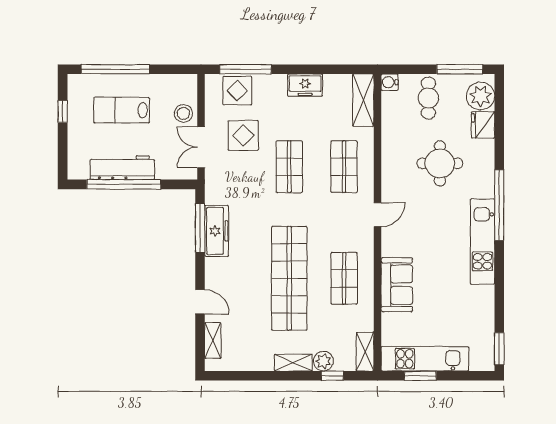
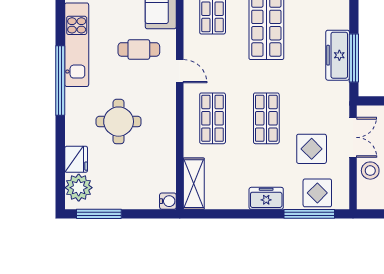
freezer: (305, 85) -> (266, 198), moved
cafe table: (428, 98) -> (139, 49), moved, turned 90
door: (378, 215) -> (180, 71), swing flipped

